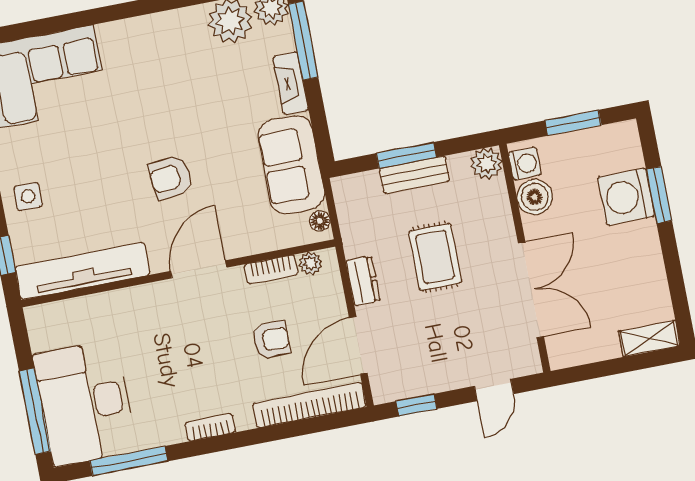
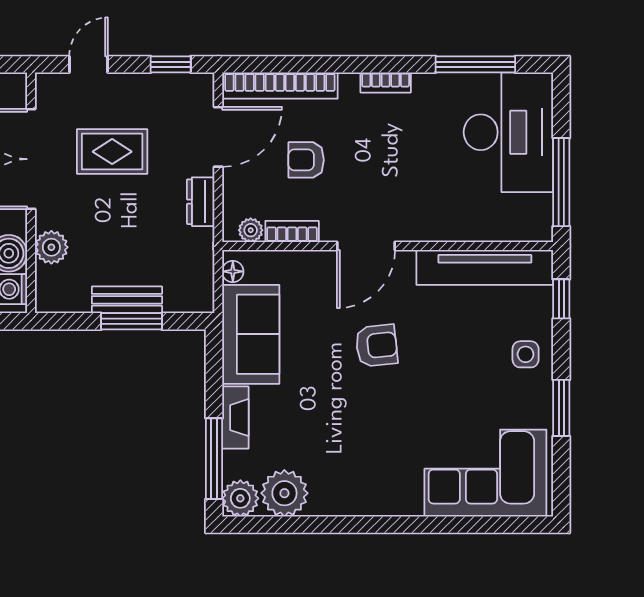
plant: (486, 164) -> (51, 247), moved
rug: (435, 257) -> (112, 152), moved, turned 90
window: (35, 411) -> (561, 182), moved

